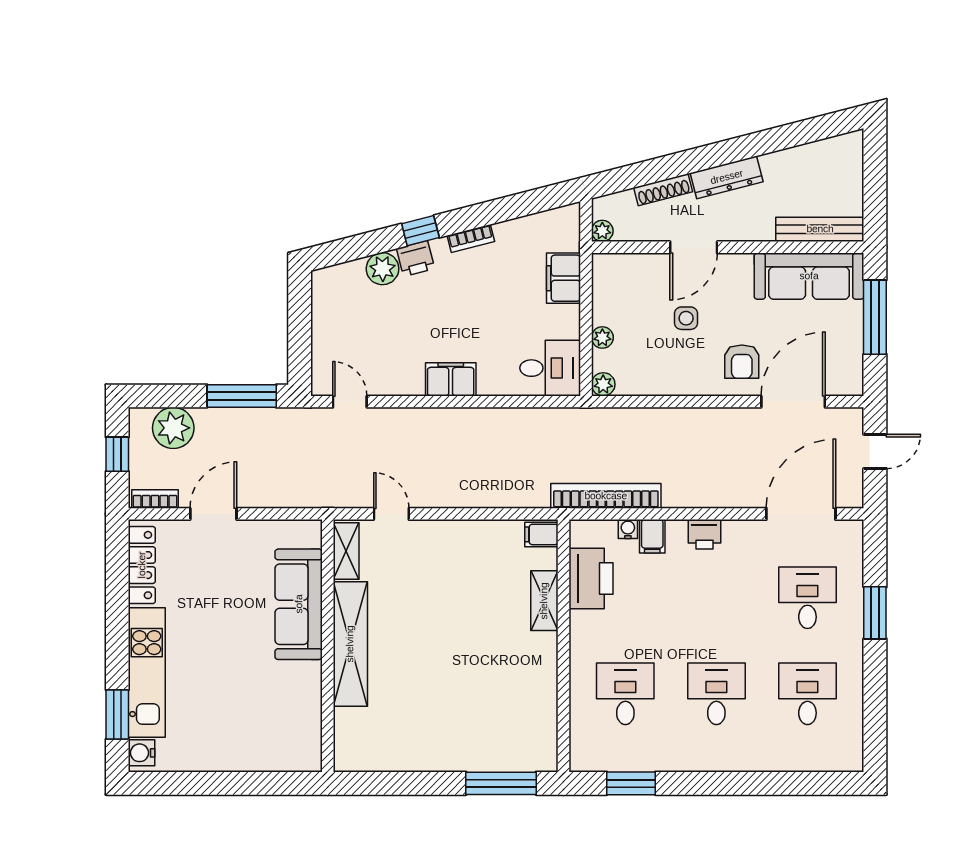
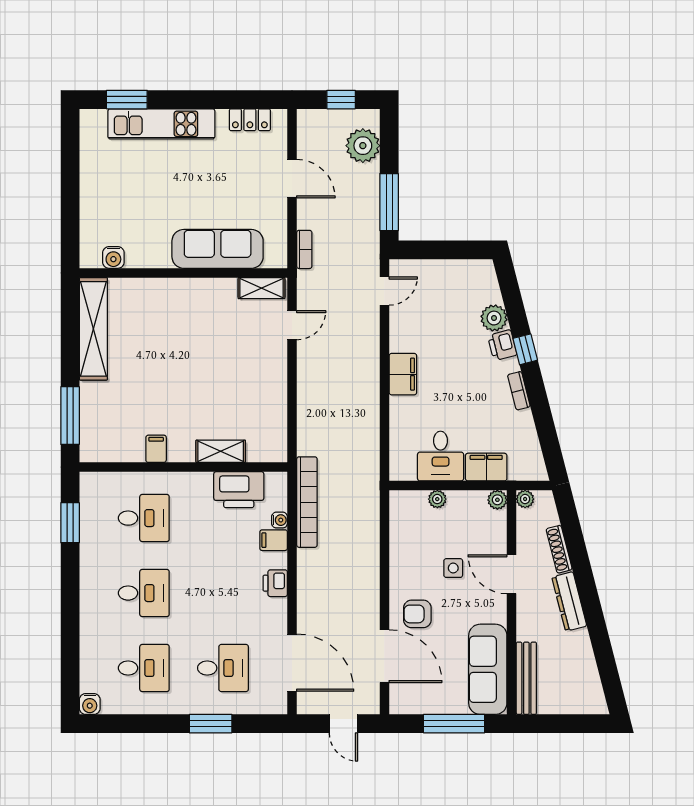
desk: (550, 368) -> (441, 456), moved
plant: (603, 384) -> (497, 500), moved
bookcase: (155, 499) -> (304, 249), moved
filing cabinet: (541, 534) -> (156, 449), moved
locker: (142, 565) -> (250, 120), width x0.66
shelving: (350, 644) -> (93, 329), moved, turned 90
water cooler: (142, 753) -> (113, 257), moved, turned 180
water cooler: (851, 759) -> (90, 704), added

